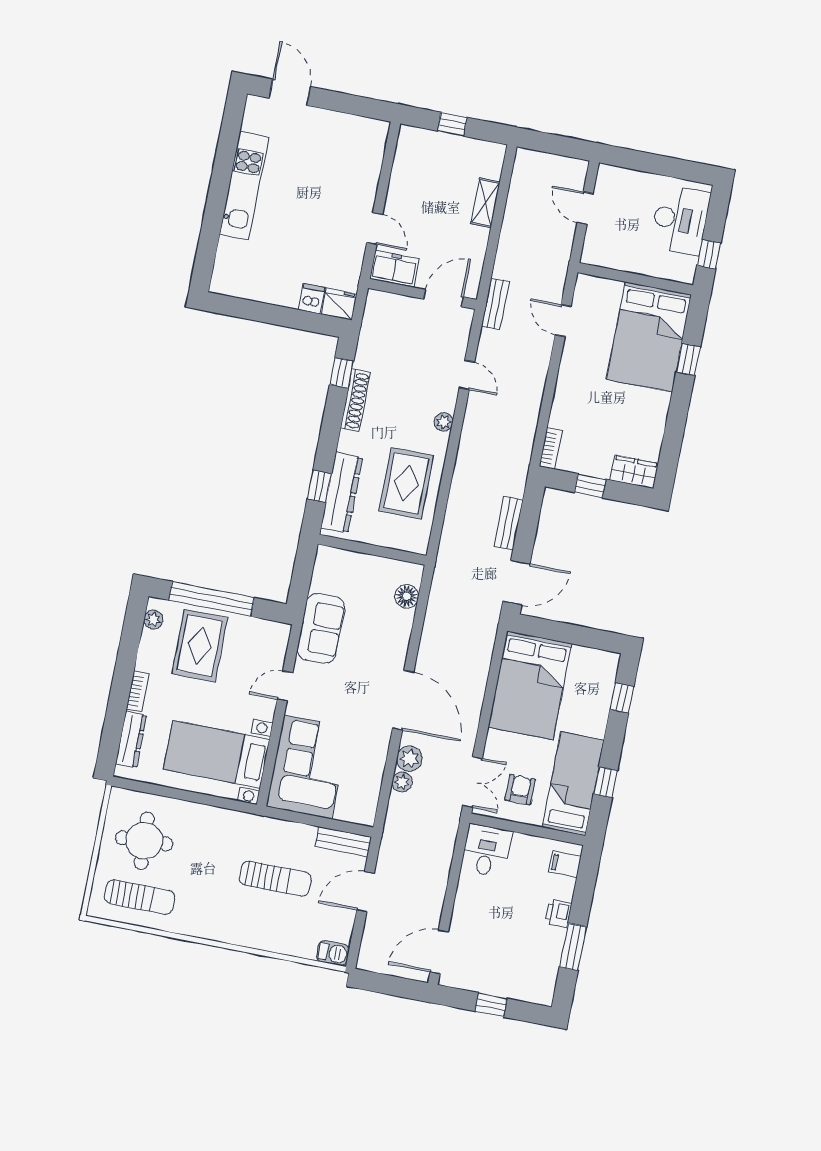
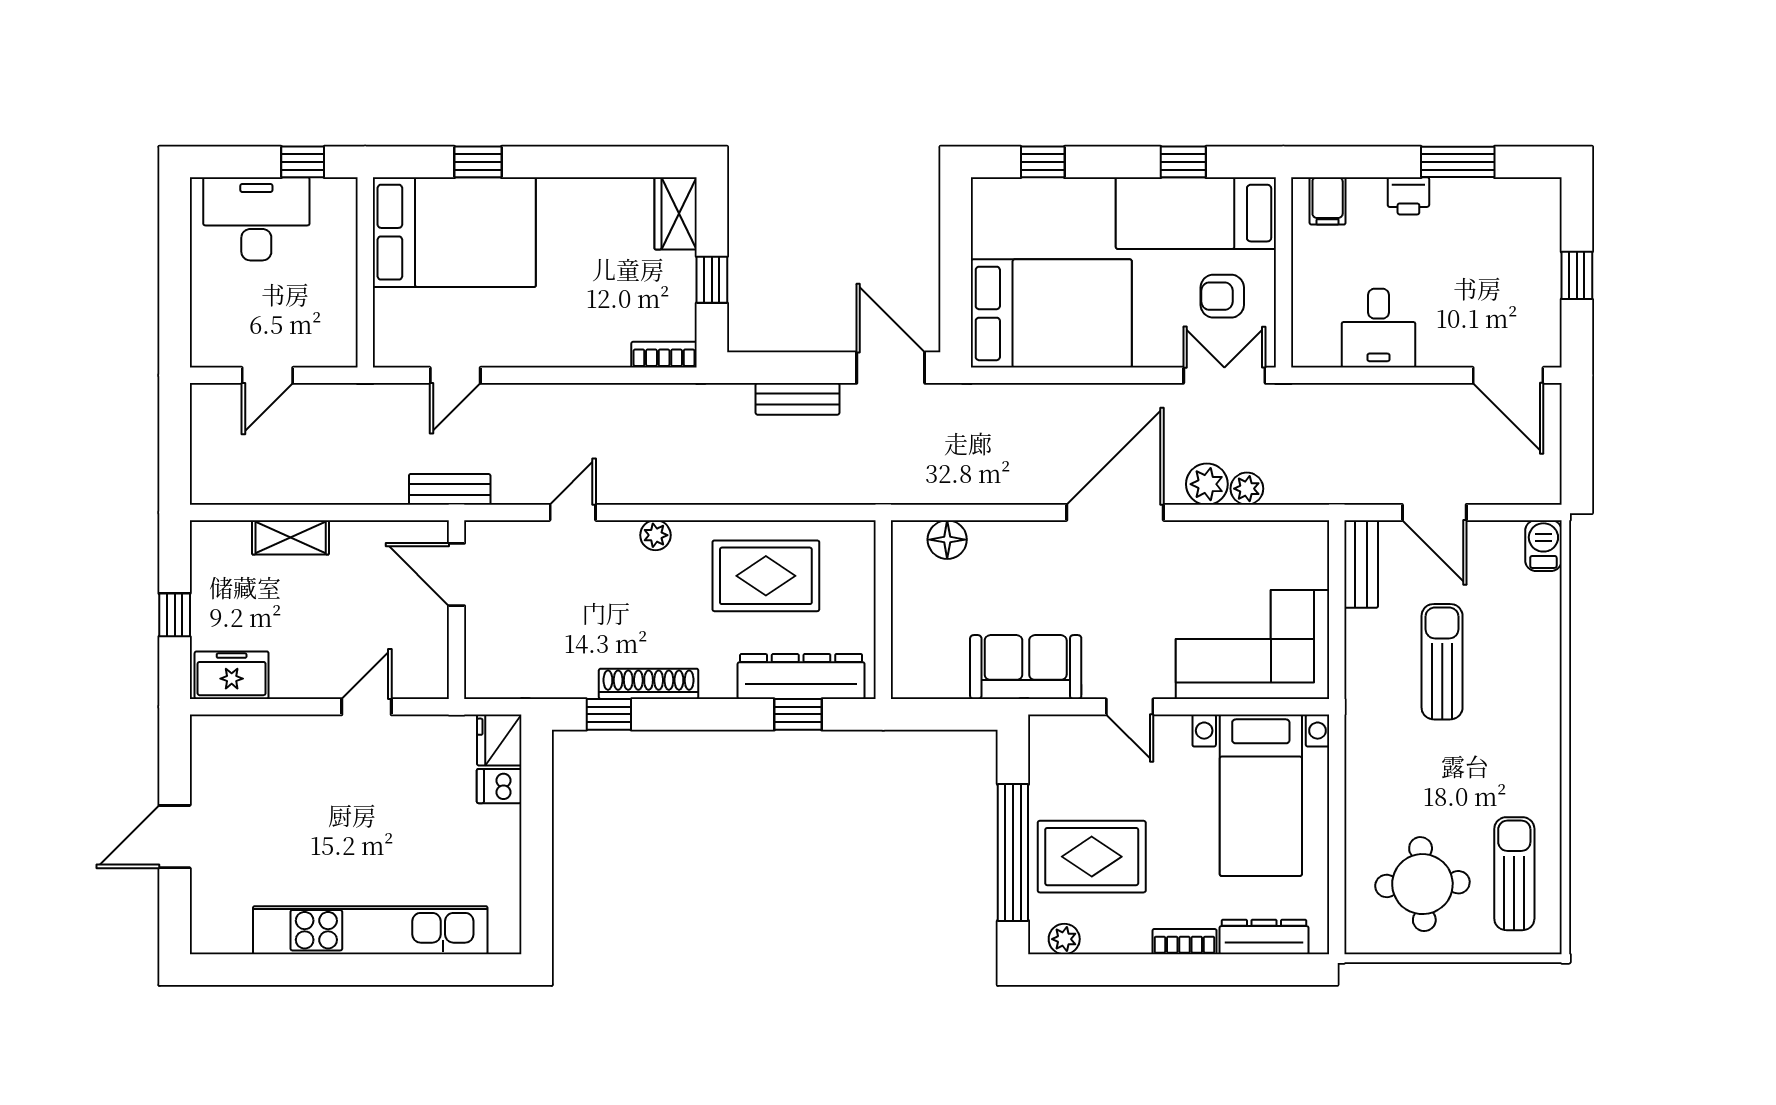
door: (290, 92) -> (175, 837), moved
kitchen unit: (244, 186) -> (370, 930), width x1.36
freezer: (394, 269) -> (232, 675), moved, turned 90
desk: (487, 851) -> (1379, 328), moved, turned -90

